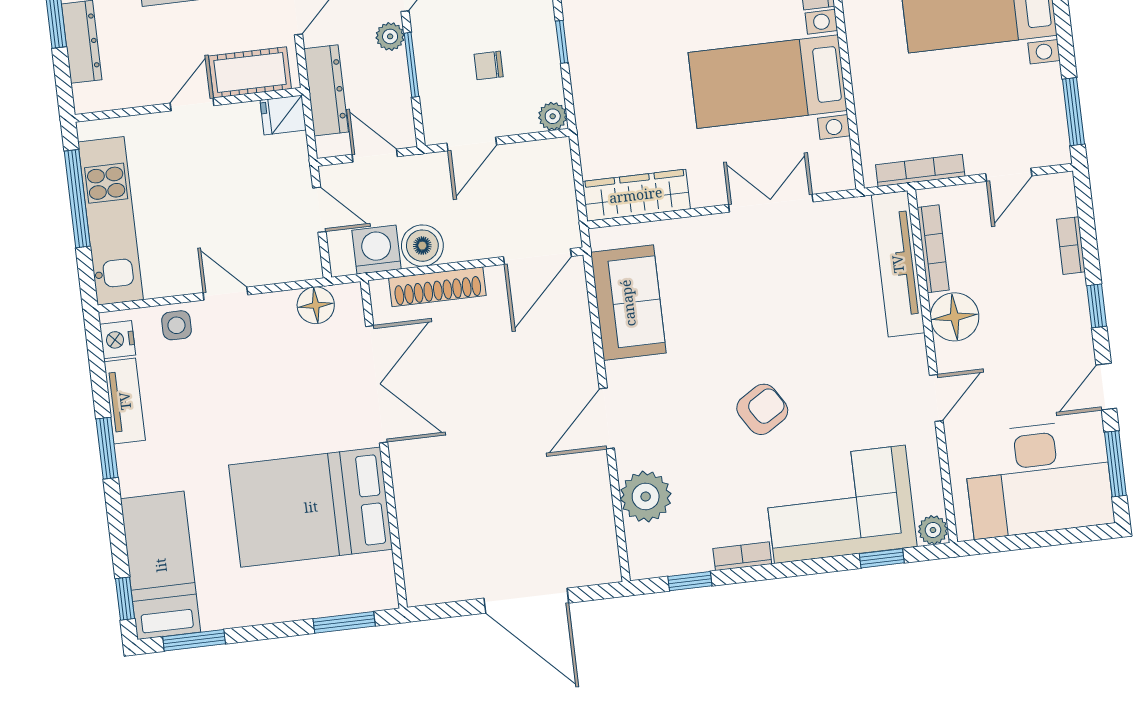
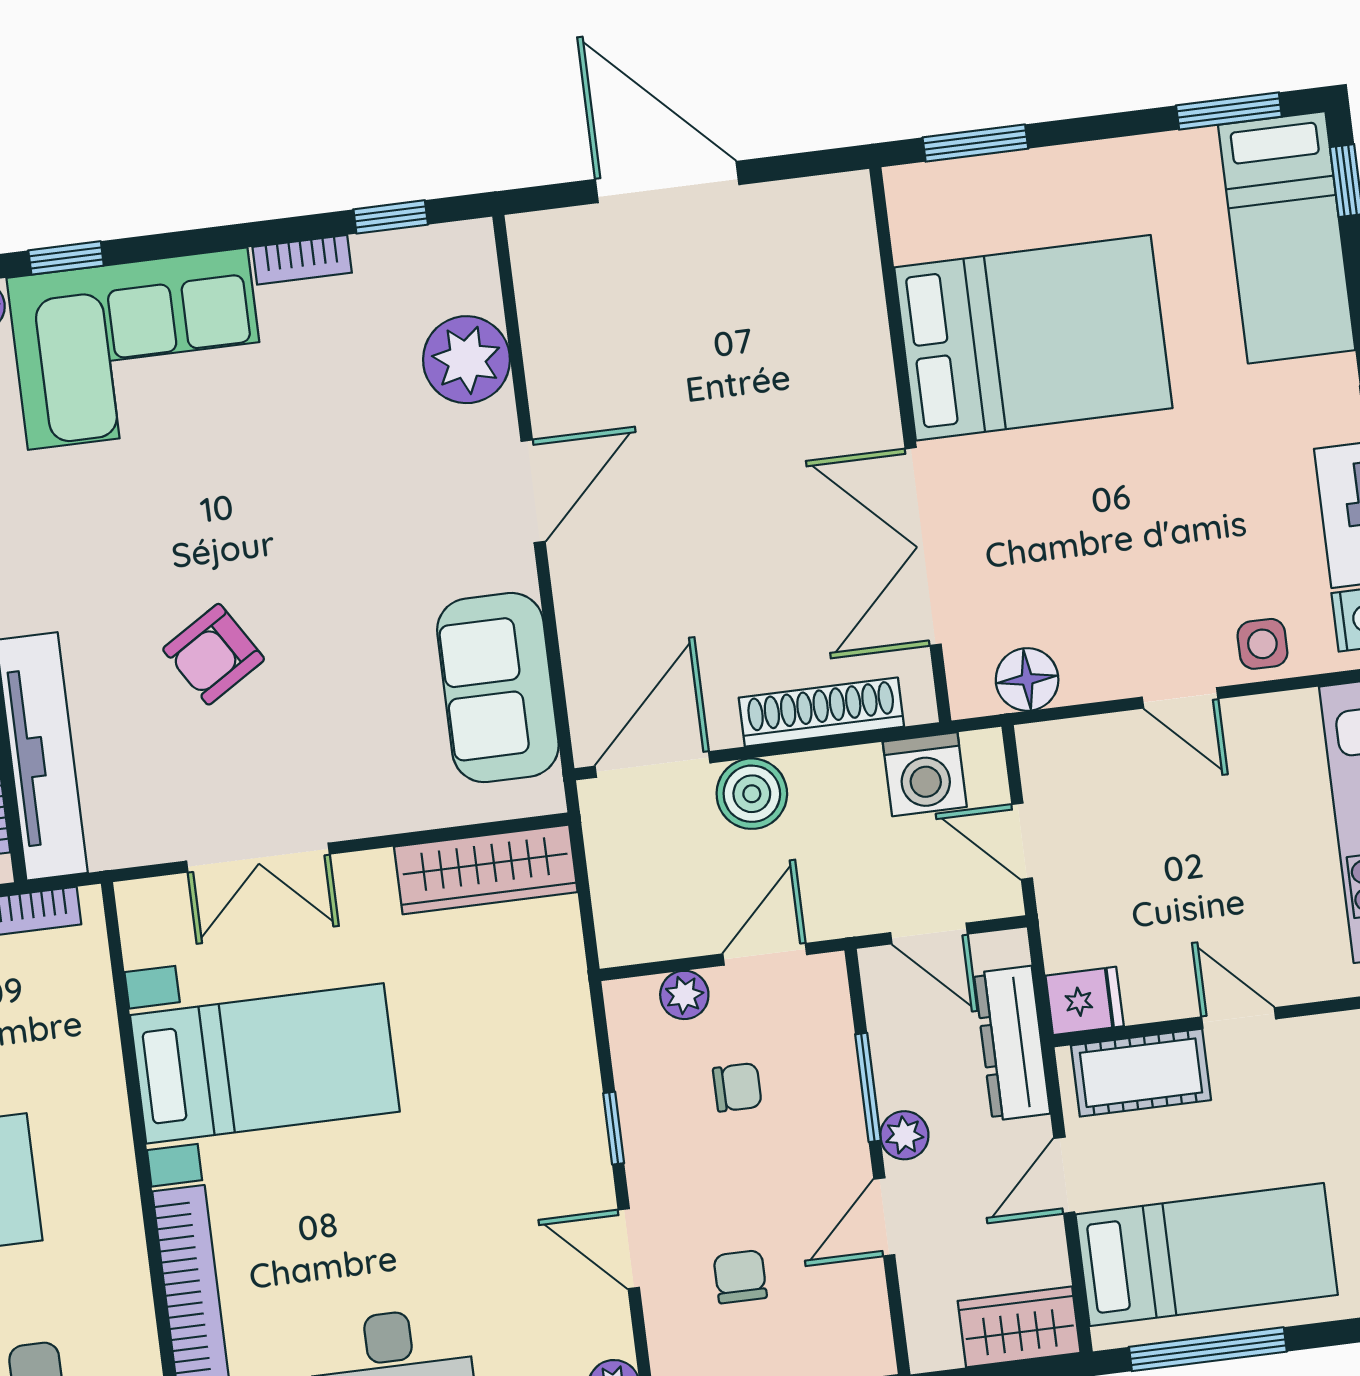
door: (192, 104) -> (1239, 1018), swing flipped
plant: (553, 116) -> (684, 995), moved
boiler: (422, 246) -> (752, 794), moved
armchair: (762, 409) -> (214, 654), moved

